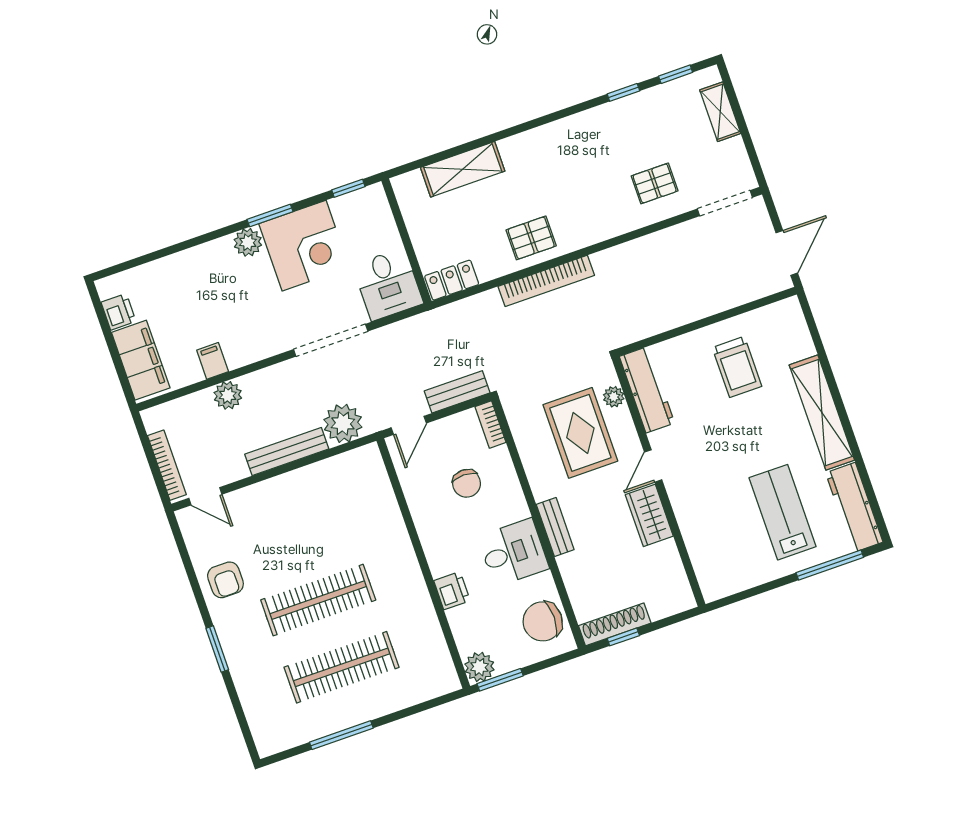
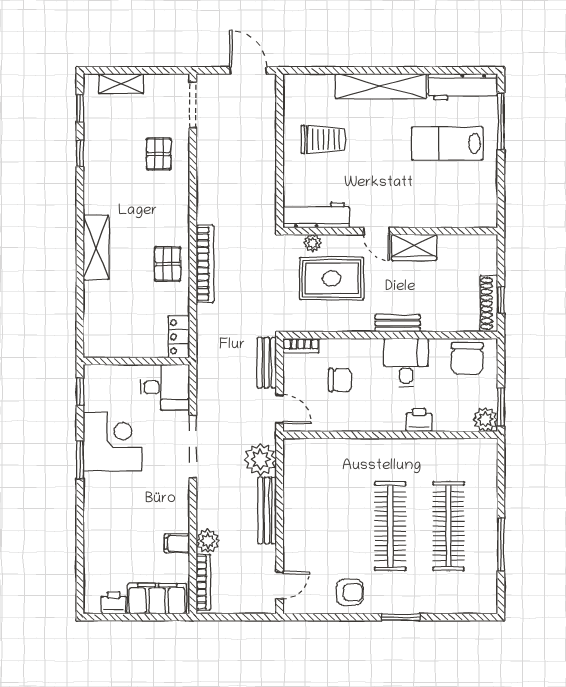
shelving: (463, 169) -> (96, 247), moved
plant: (248, 242) -> (95, 484), removed
bookcase: (167, 465) -> (203, 582), moved, turned 90

